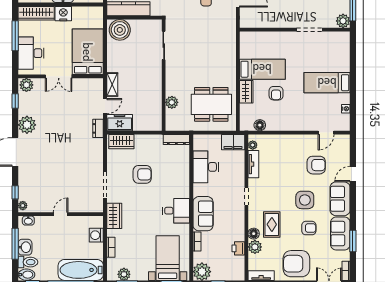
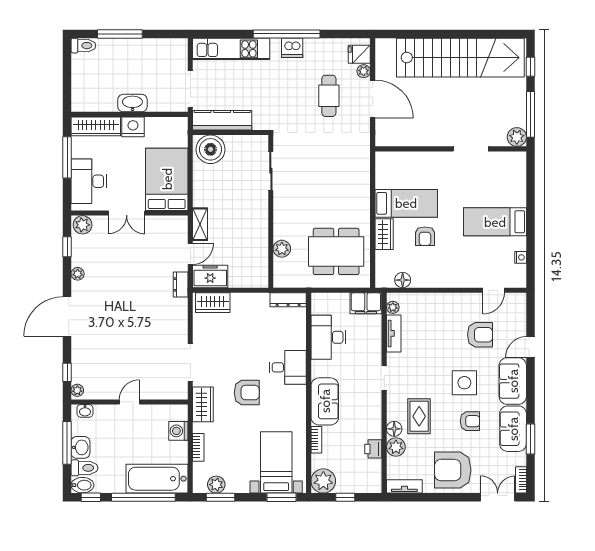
plant: (27, 125) -> (78, 274), width x0.53, depth x0.53
armchair: (142, 174) -> (247, 393), moved
desk: (176, 211) -> (288, 367), moved

